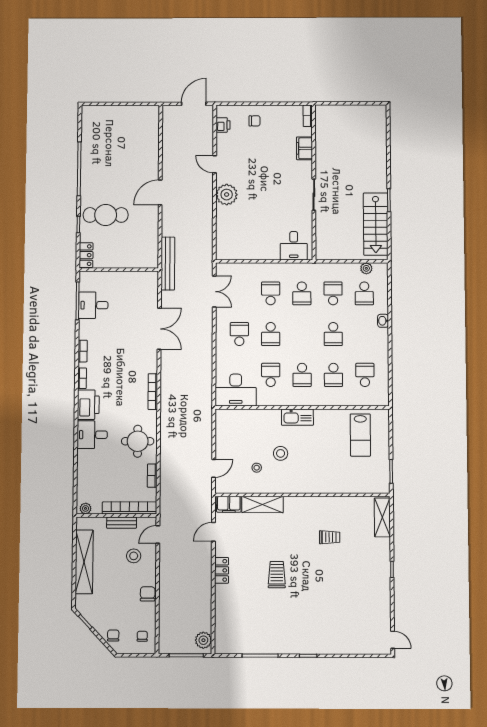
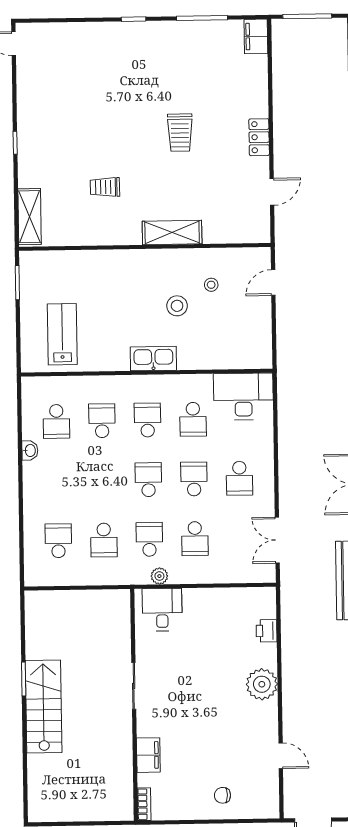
printer: (223, 125) -> (267, 631), moved
door: (215, 164) -> (281, 756), moved
stairs: (376, 224) -> (44, 707), moved
plant: (366, 268) -> (159, 576), moved
washbasin: (383, 321) -> (30, 450), moved
school desk: (333, 334) -> (148, 480), moved
filing cabinet: (229, 504) -> (256, 36), moved, turned -90
shelving: (262, 504) -> (172, 233), moved
plant: (203, 640) -> (283, 38), removed

